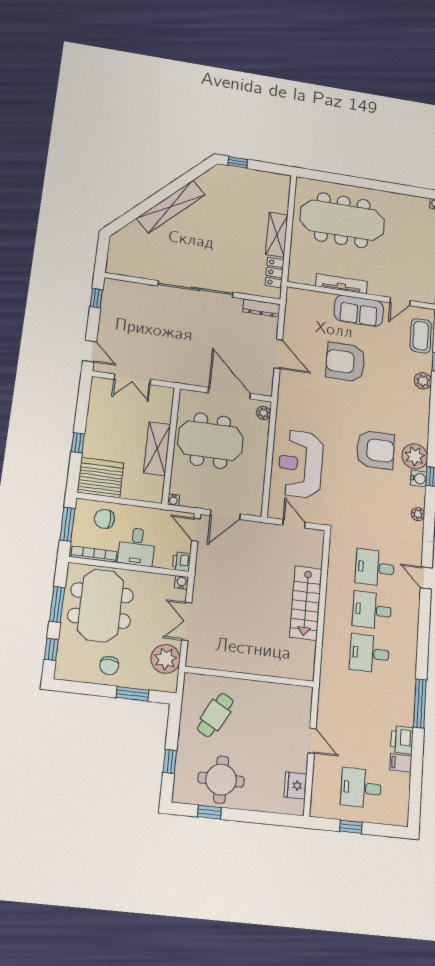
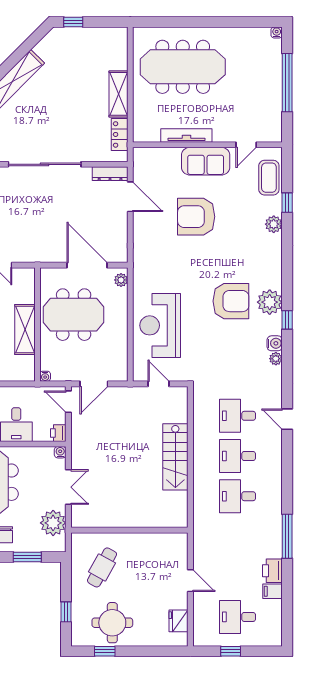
door: (278, 354) -> (130, 197), moved
water cooler: (419, 478) -> (275, 343), moved
double door: (187, 621) -> (68, 487), swing flipped

